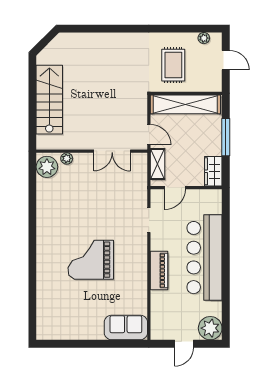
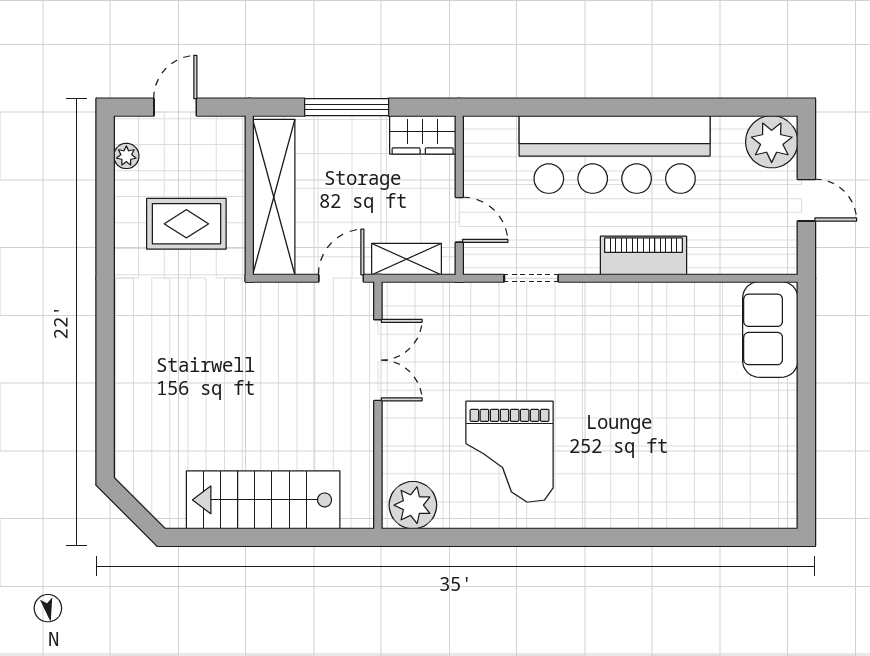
plant: (67, 158) -> (394, 461), removed
grand piano: (91, 260) -> (510, 452), moved

